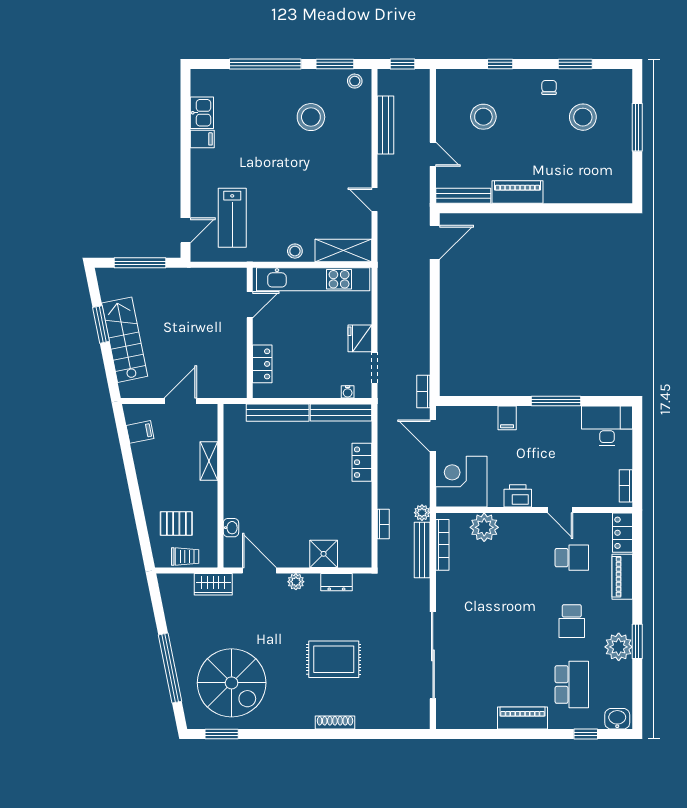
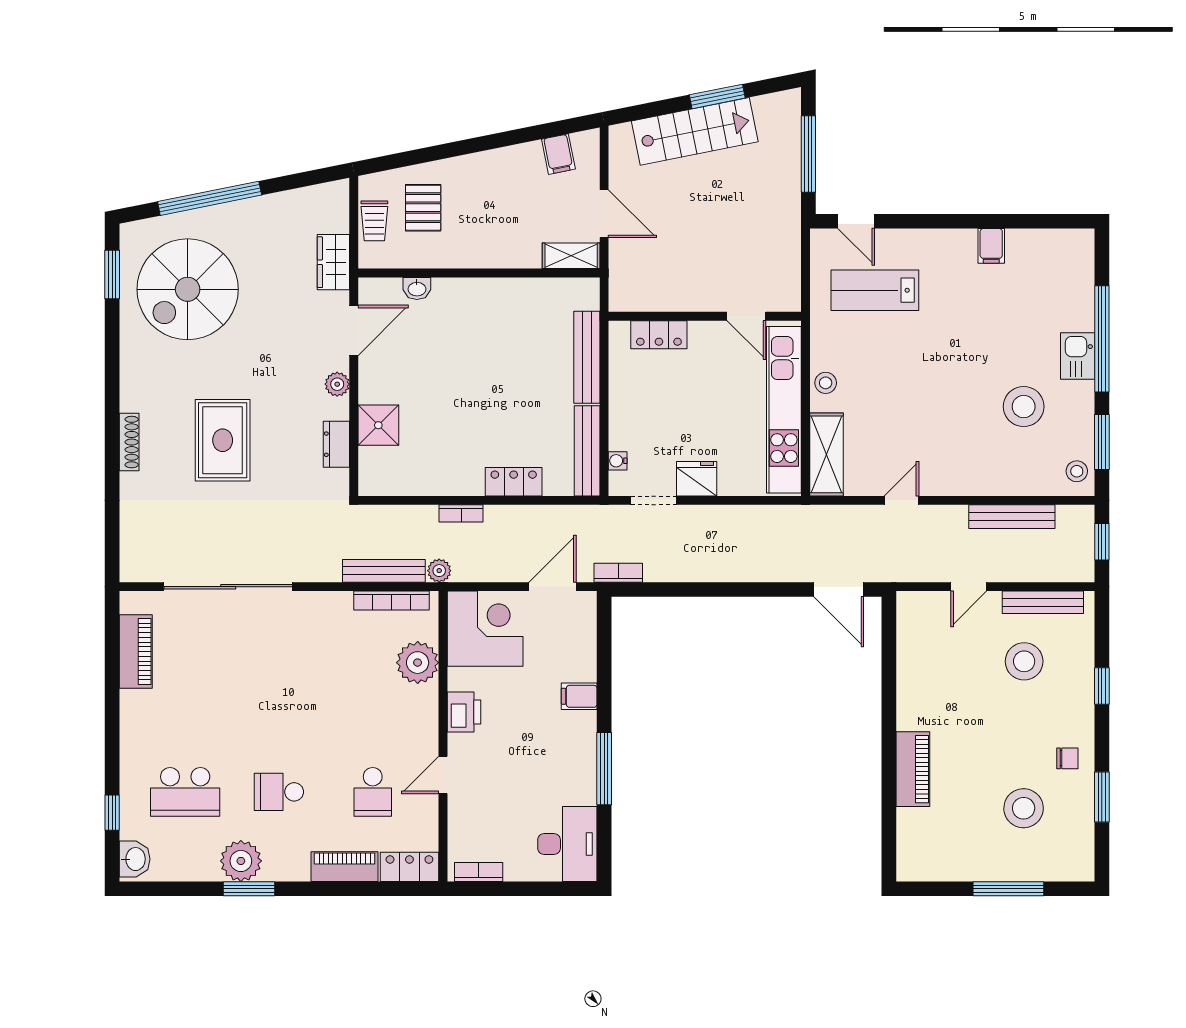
kitchen sink: (202, 113) -> (1078, 356), moved, turned 90
piano: (517, 192) -> (913, 769), moved
bench: (463, 196) -> (1043, 602), moved, turned 90
shelving: (209, 461) -> (571, 256), moved
bookcase: (383, 524) -> (461, 513), moved
piano: (523, 718) -> (136, 652), moved

